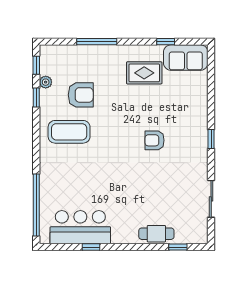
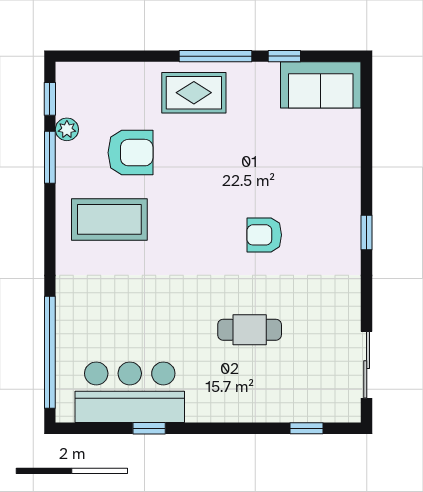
window: (97, 42) -> (215, 56), moved
rug: (144, 73) -> (194, 93), moved
window: (36, 97) -> (50, 157), width x1.50
sliding door: (211, 199) -> (367, 365), moved
cafe table: (156, 234) -> (250, 330), moved

